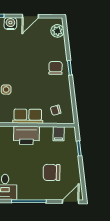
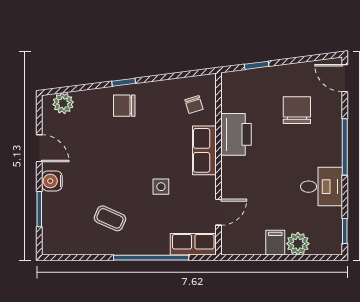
filing cabinet: (59, 134) -> (233, 99), removed
printer: (26, 135) -> (236, 134), moved
chair: (52, 172) -> (297, 110), turned 180

